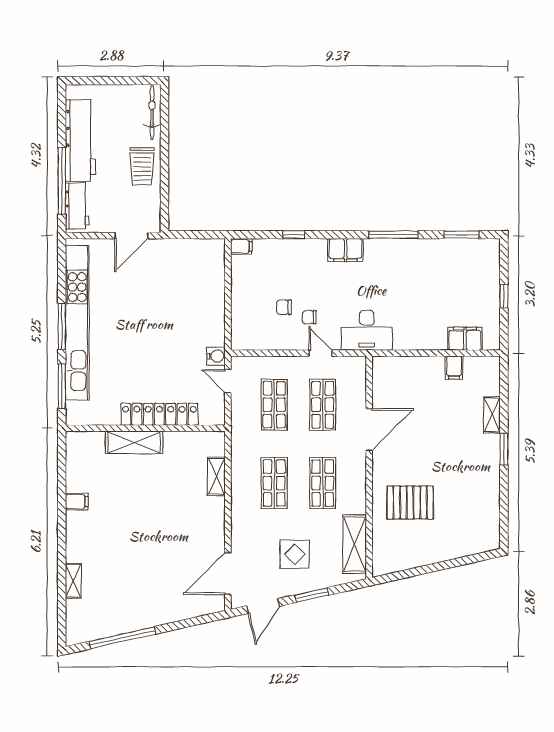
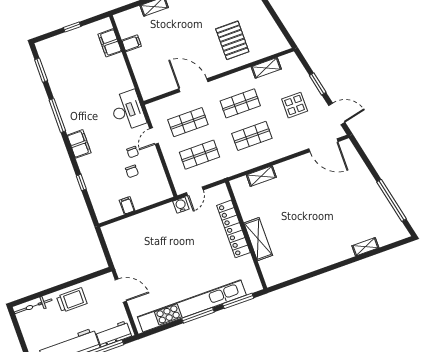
filing cabinet: (241, 246) -> (127, 205), moved
filing cabinet: (77, 502) -> (312, 263), removed
shelving: (355, 544) -> (266, 68), width x0.67, depth x0.75

